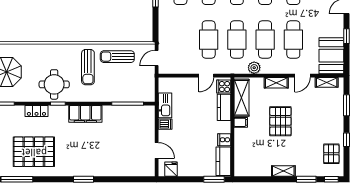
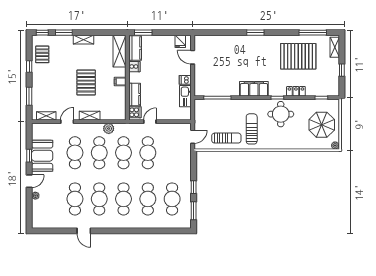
booth: (331, 56) -> (42, 156), moved
shelving: (242, 98) -> (120, 51), moved

